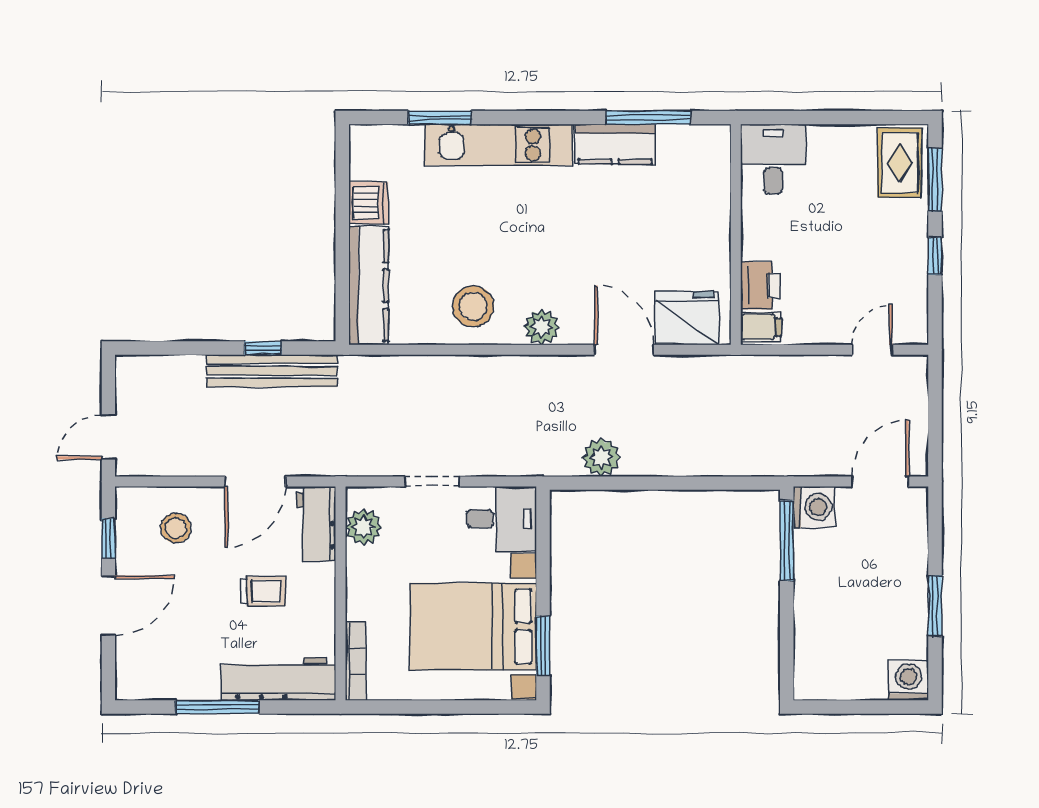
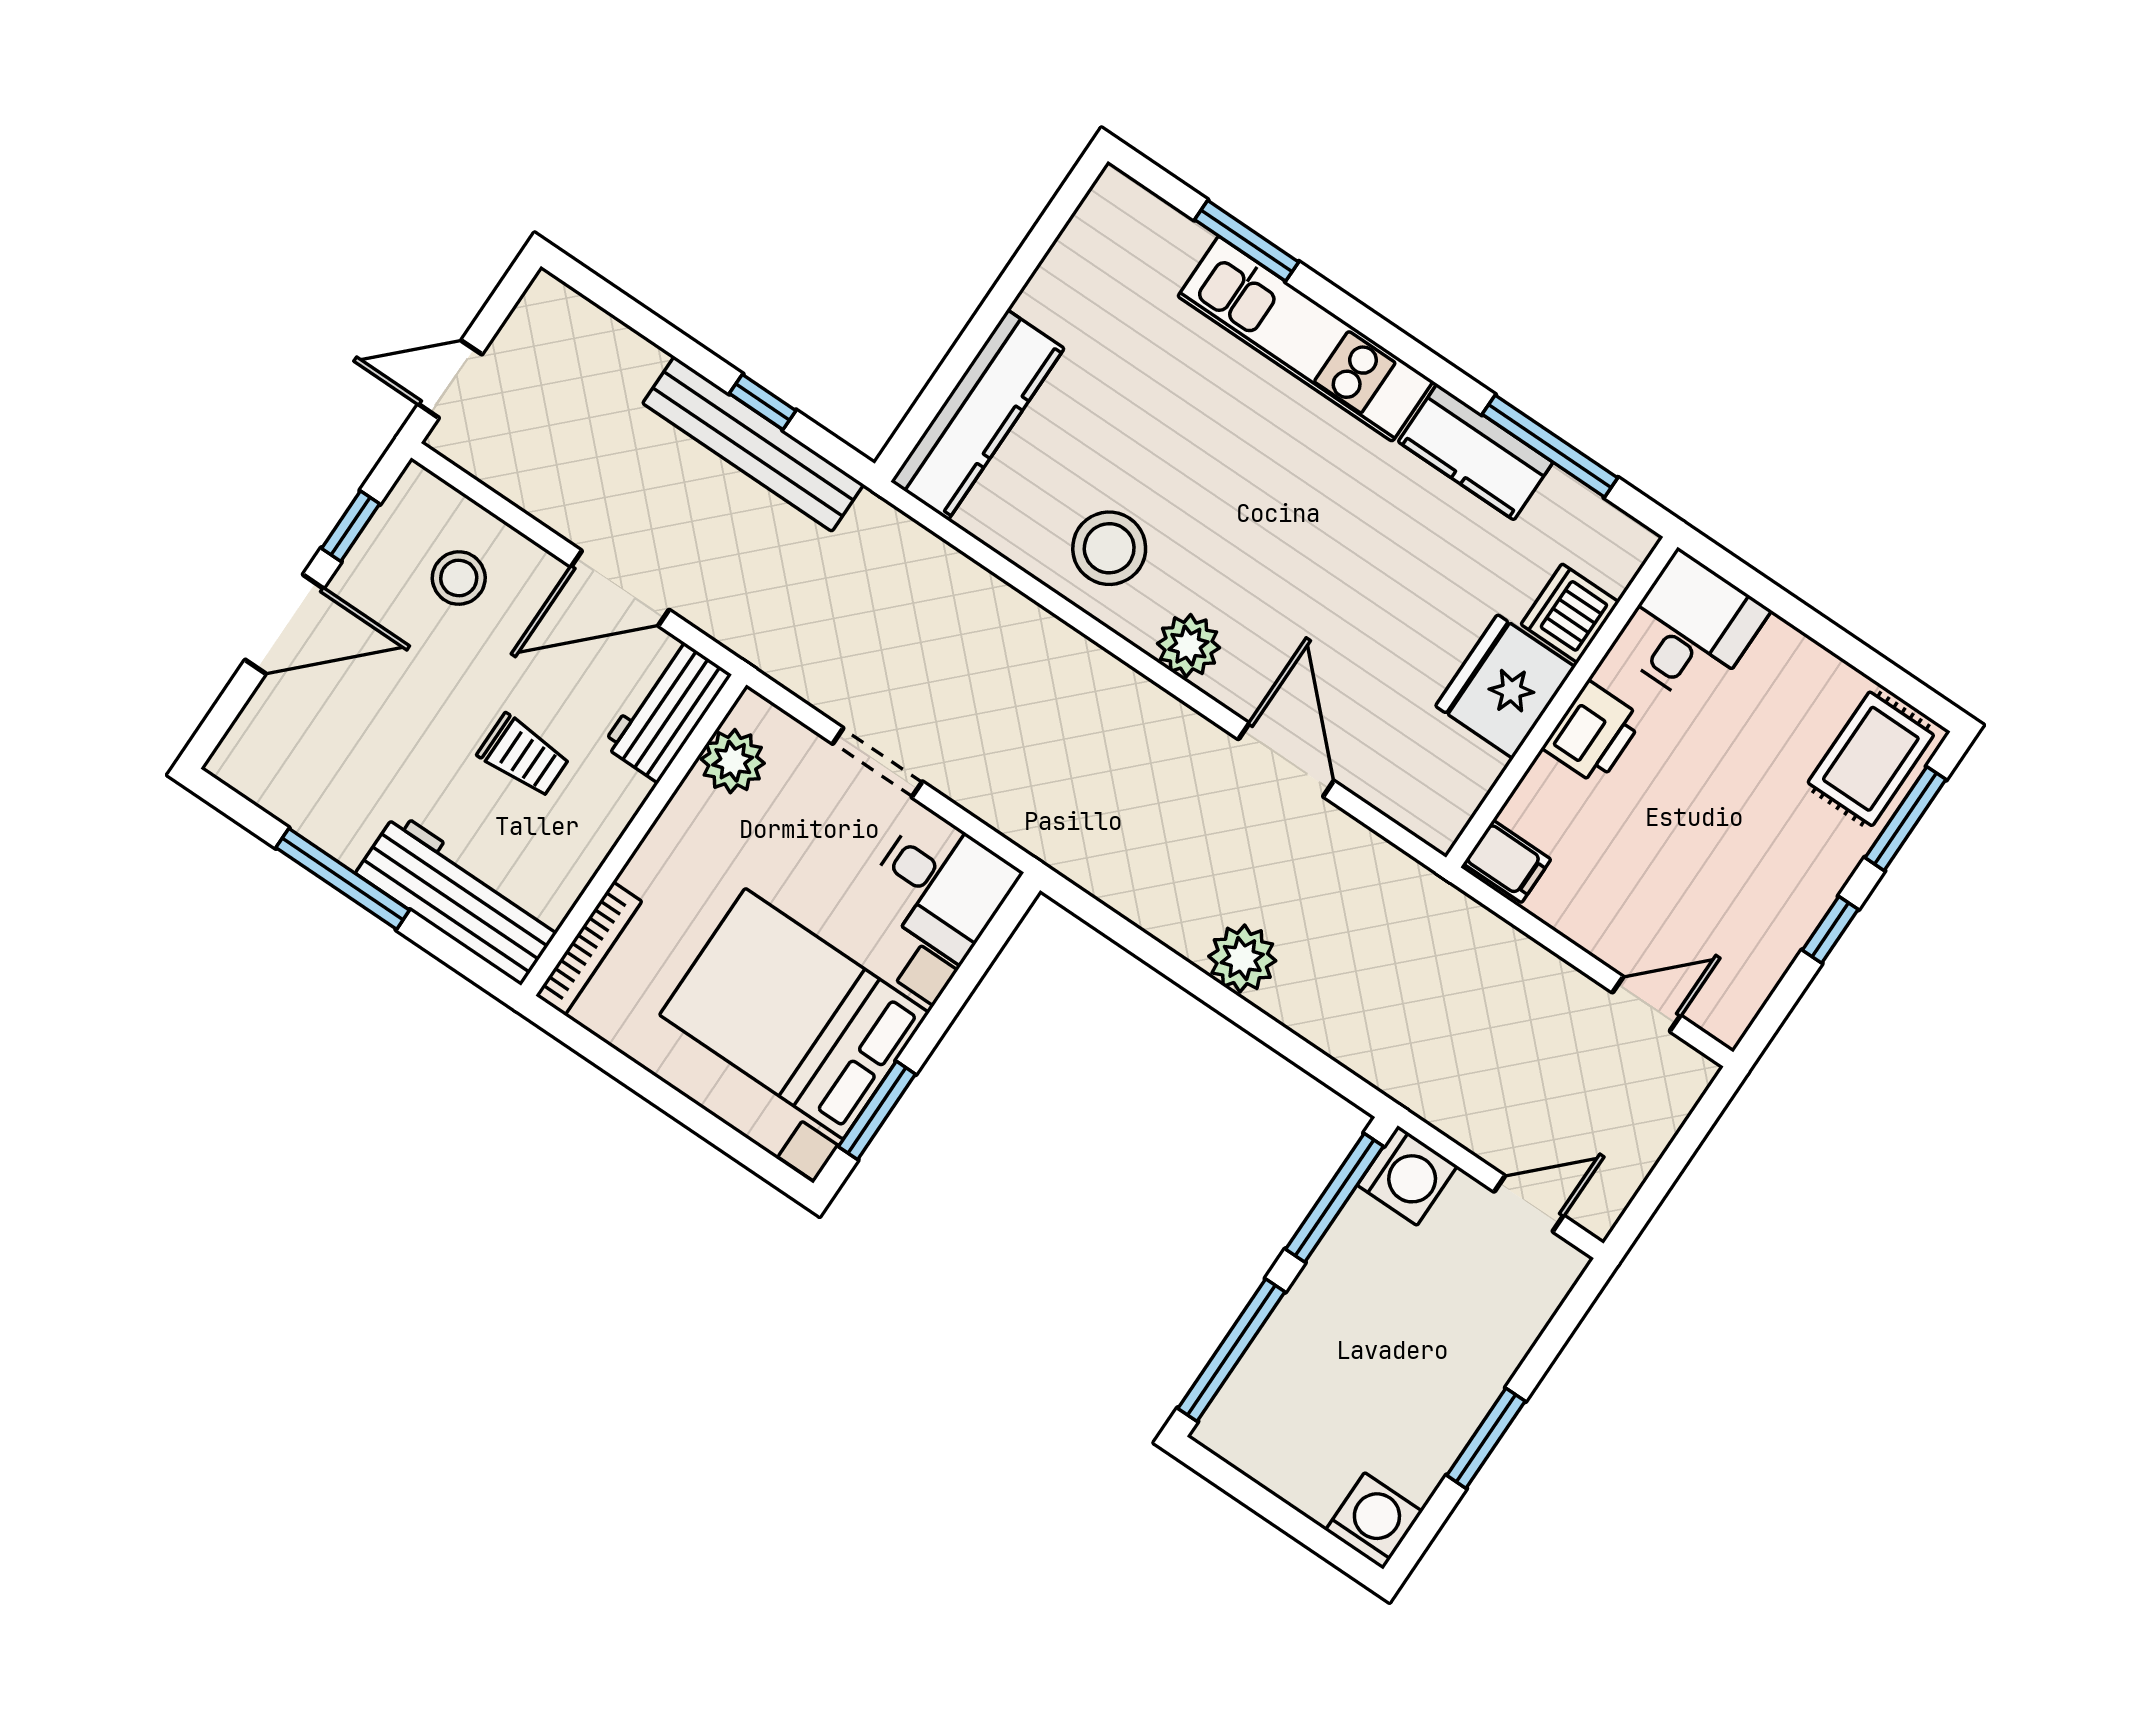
dishwasher: (368, 203) -> (1570, 613), moved, turned 180
printer: (760, 286) -> (1593, 733), moved
fridge: (687, 318) -> (1505, 686), moved, turned -90
plant: (601, 457) -> (1242, 958), moved
door: (880, 481) -> (1529, 1204), width x0.73
window: (787, 645) -> (1231, 1350), added

